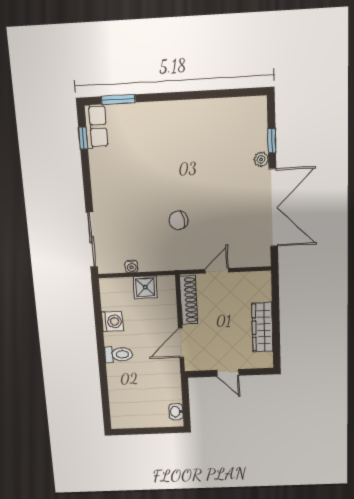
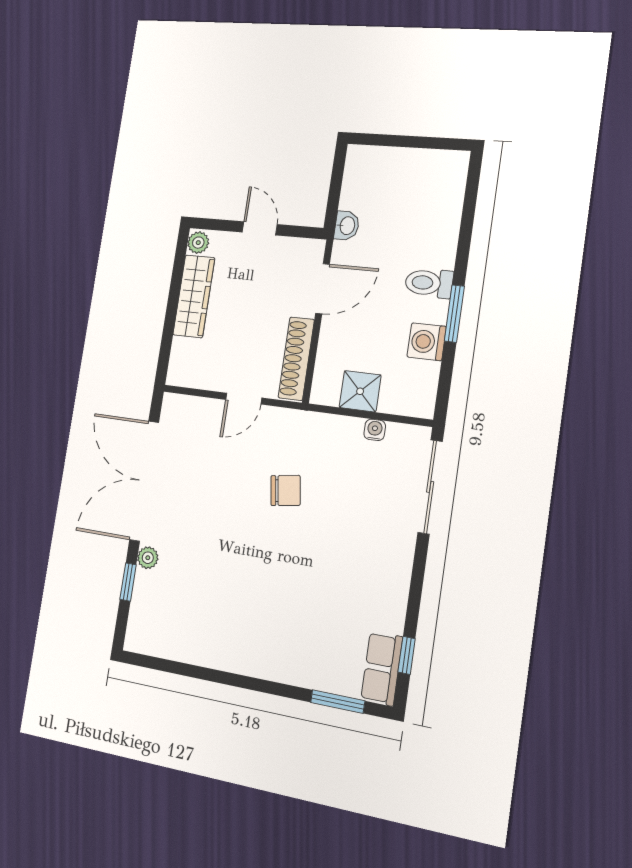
window: (100, 339) -> (454, 314), added
plant: (266, 360) -> (198, 243), added
washbasin: (176, 412) -> (347, 226), moved

